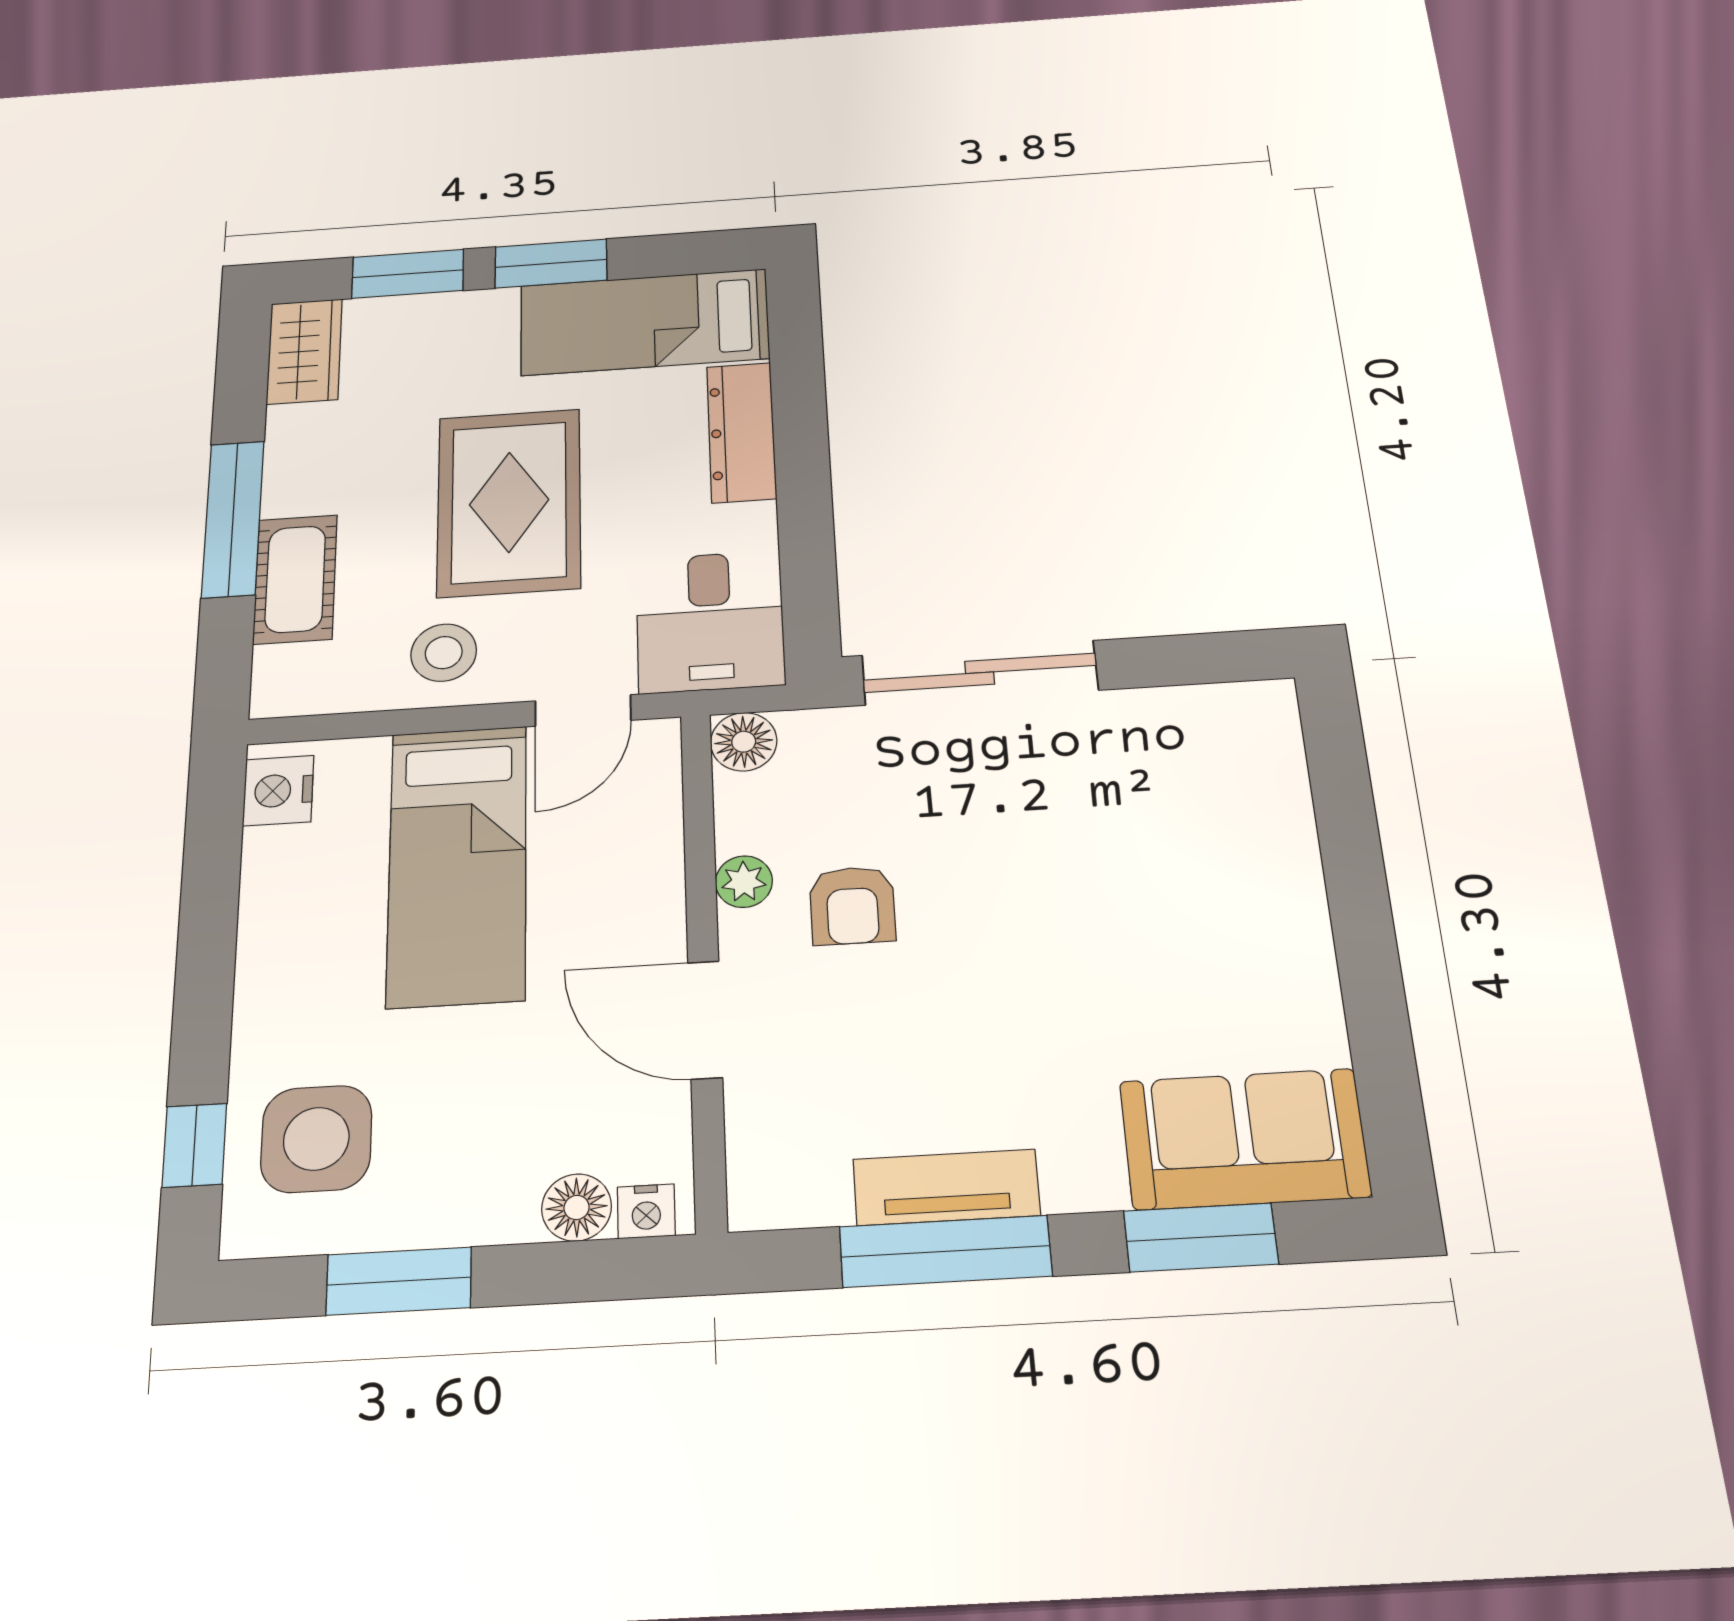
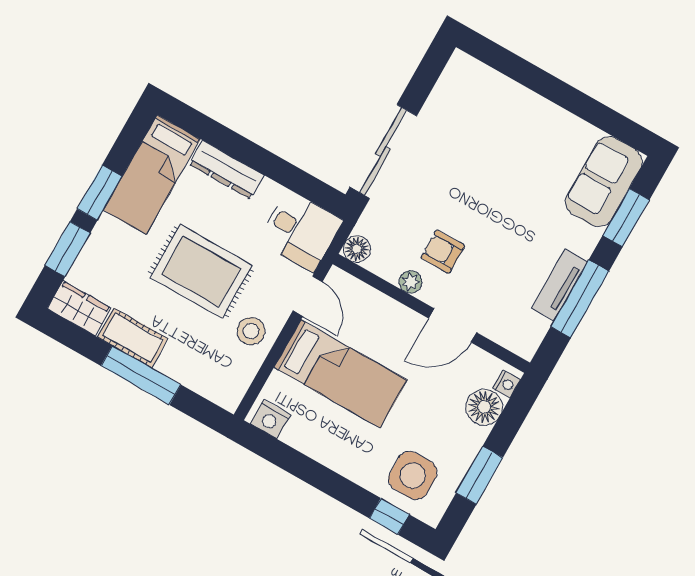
cot: (295, 579) -> (133, 338), moved
armchair: (852, 905) -> (443, 252), turned 180
floor lamp: (577, 1207) -> (484, 407), width x1.38, depth x1.38

